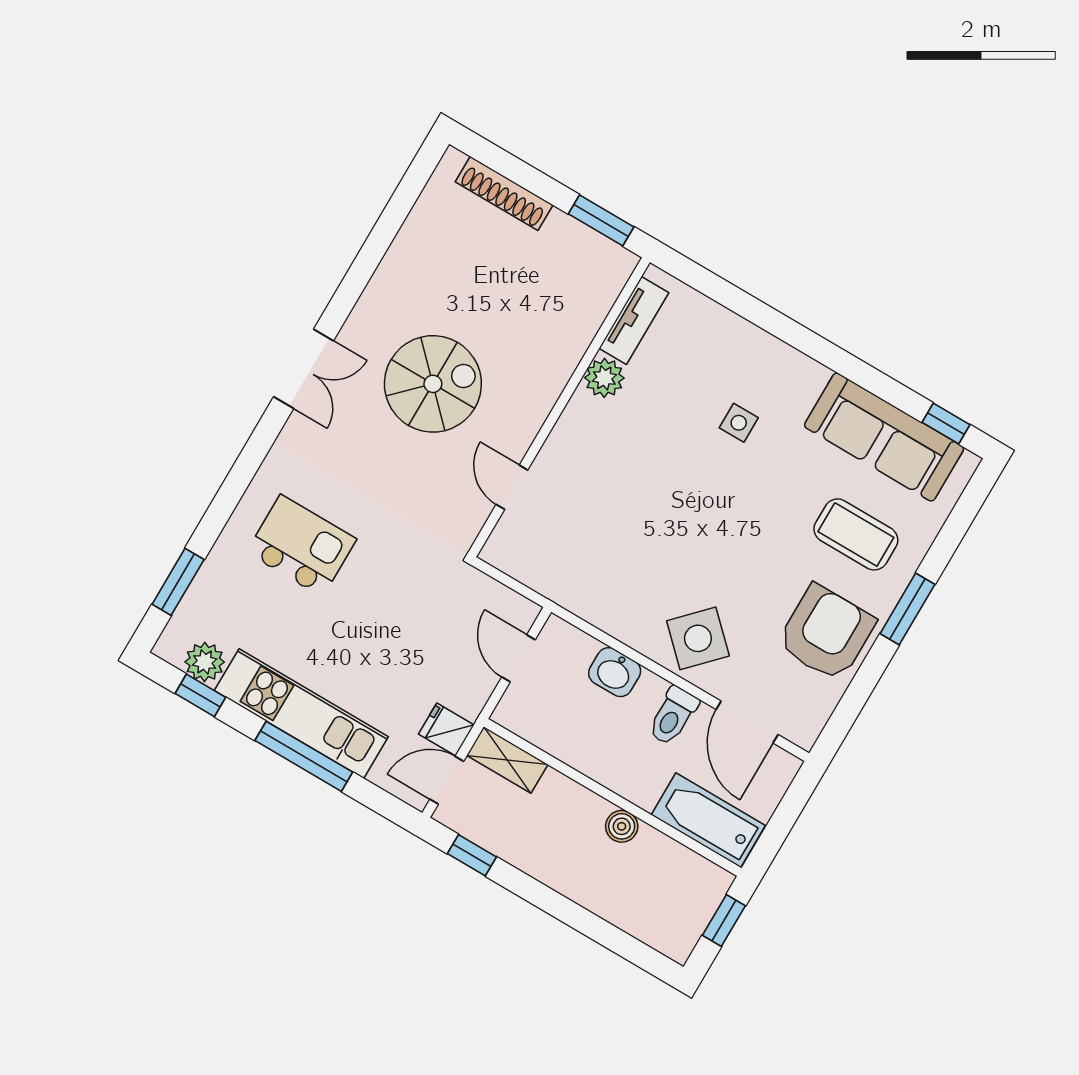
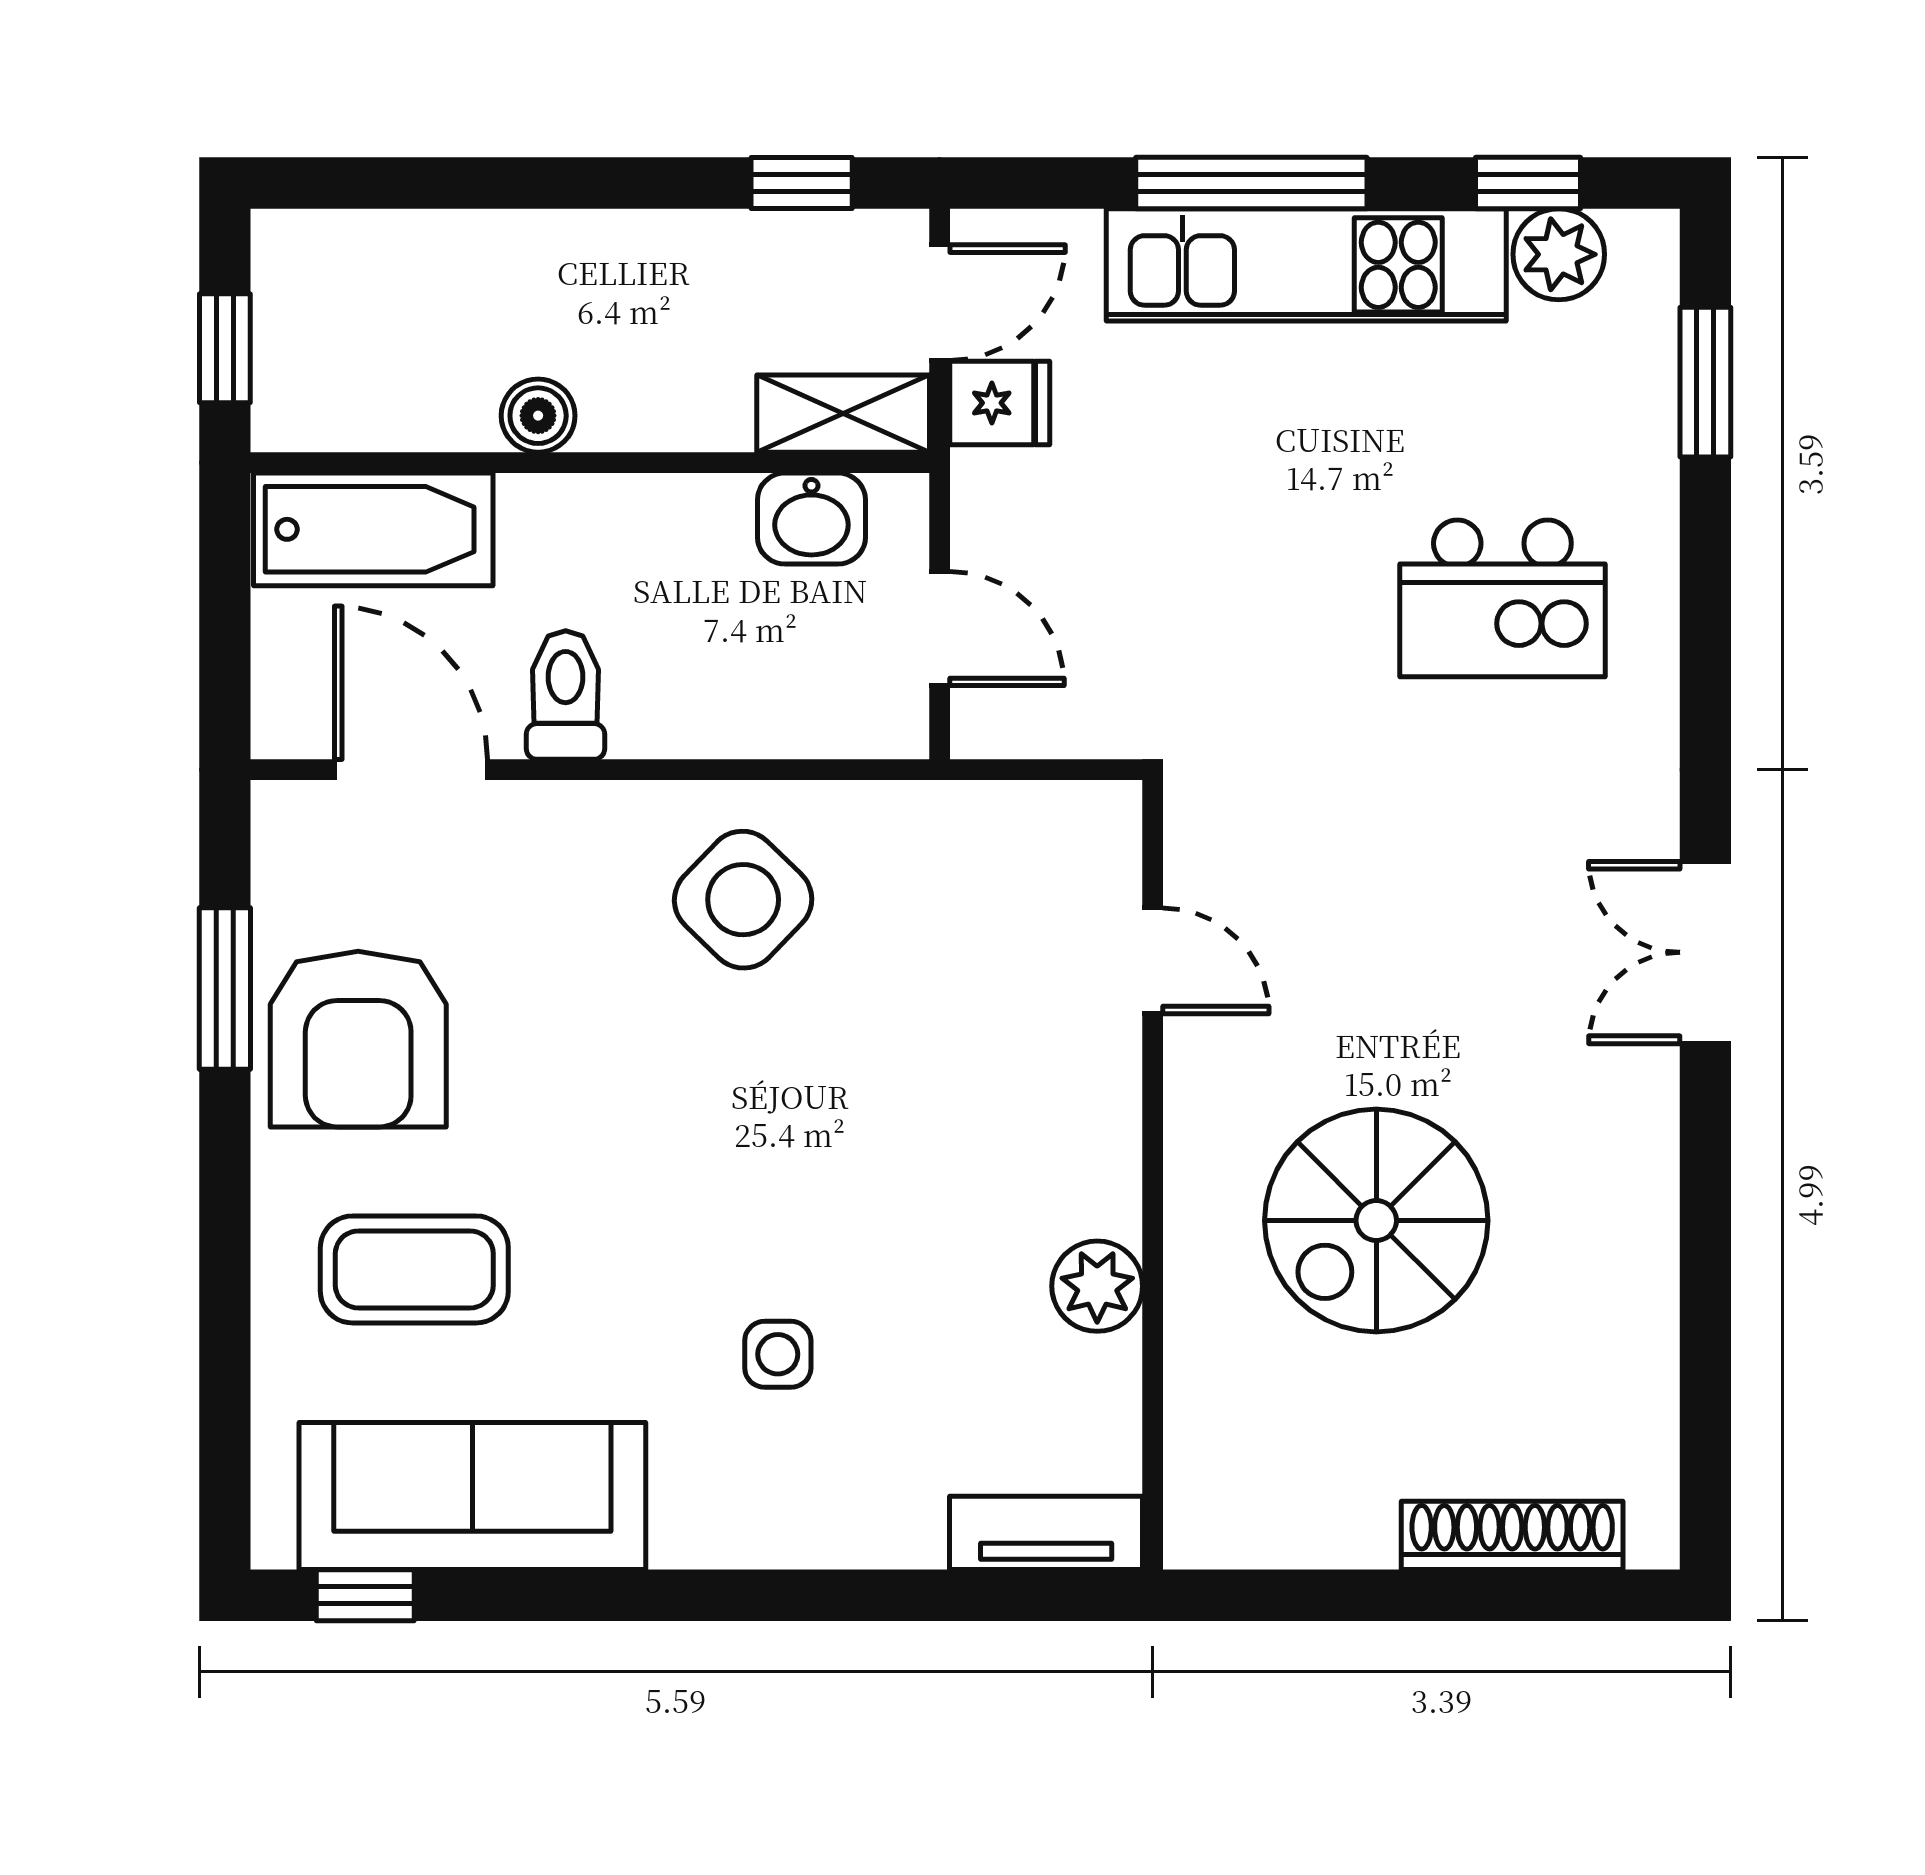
window: (601, 220) -> (1288, 1595), removed
tv unit: (634, 320) -> (1046, 1533), moved, turned 90
spiral stairs: (433, 384) -> (1376, 1221), moved
window: (907, 609) -> (225, 988), moved
side table: (698, 638) -> (743, 900), moved
washbasin: (615, 672) -> (811, 519), moved, turned 180

